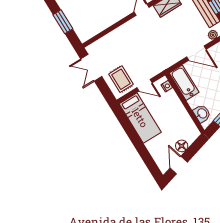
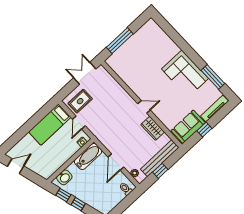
window: (63, 22) -> (120, 41), width x1.44
floor lamp: (182, 146) -> (33, 165), removed

